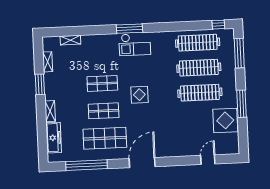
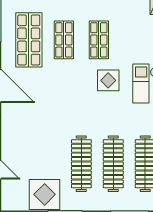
display table: (139, 95) -> (108, 80), moved

